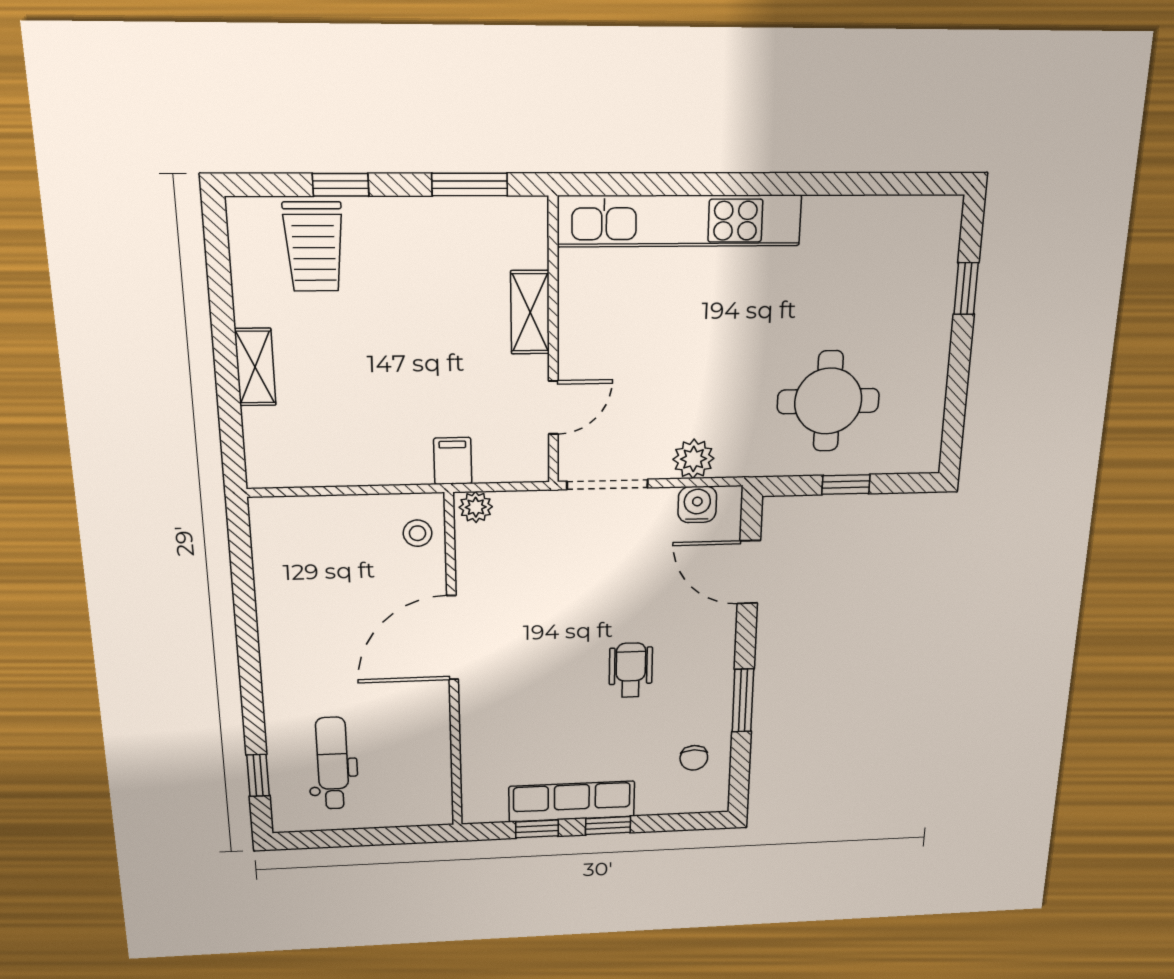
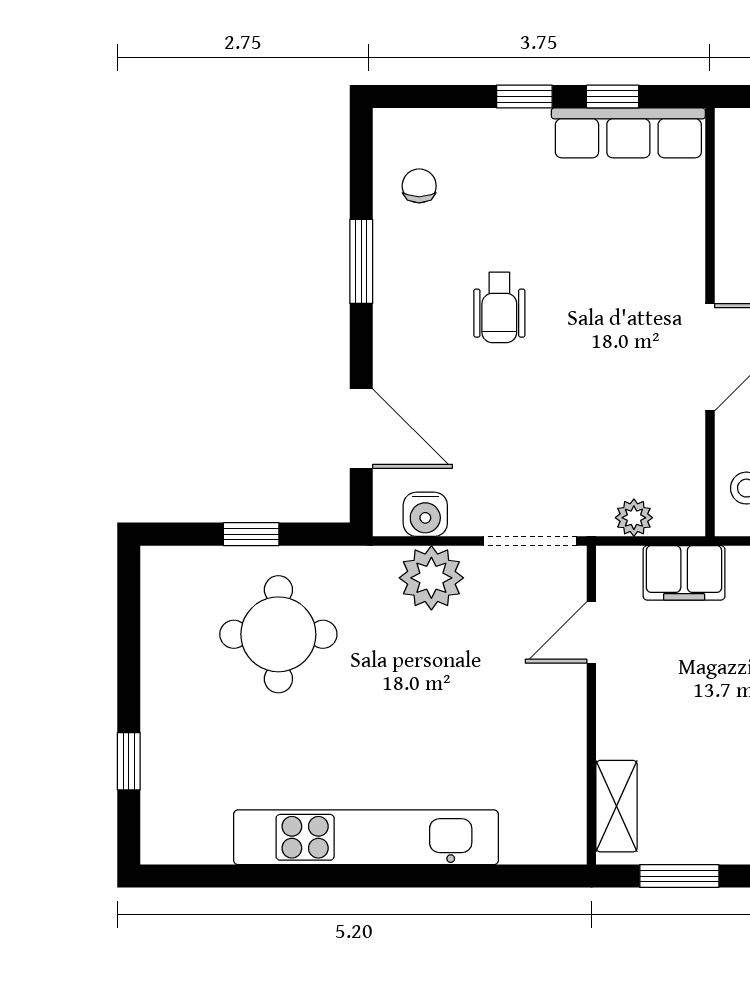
kitchen unit: (680, 221) -> (366, 837), moved
shelving: (530, 312) -> (617, 806), moved
plant: (694, 459) -> (431, 578), width x1.36, depth x1.36
filing cabinet: (453, 461) -> (684, 573), width x2.00
plant: (476, 507) -> (634, 518), moved
row of seats: (572, 801) -> (628, 133), moved

